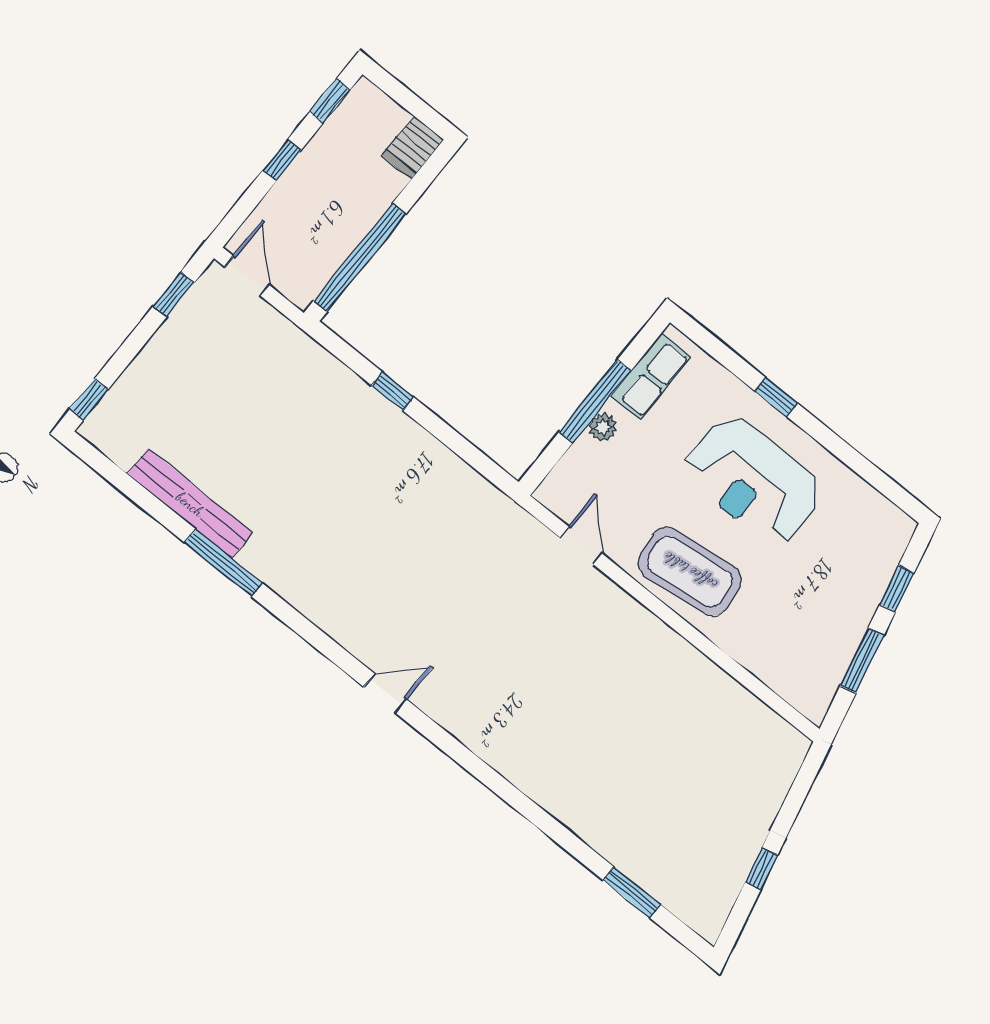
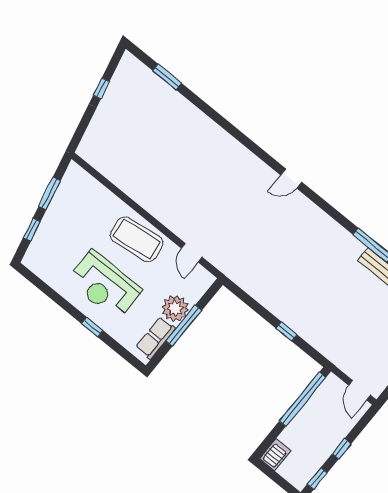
plant: (603, 427) -> (175, 308), width x1.88, depth x1.88
reception desk: (753, 480) -> (104, 285), turned 180

